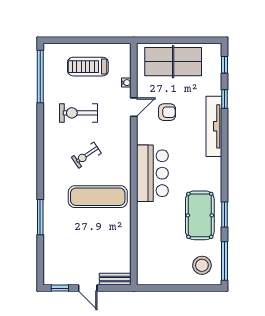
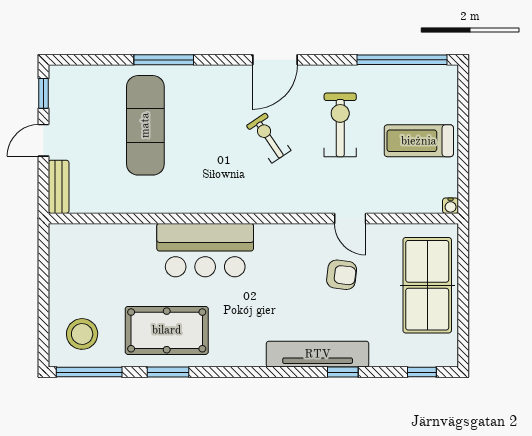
treadmill: (88, 67) -> (419, 141), turned -90
water cooler: (126, 83) -> (451, 206), moved
window: (224, 99) -> (343, 372), moved
armchair: (167, 112) -> (342, 275), turned -83
door: (40, 151) -> (275, 60), added
bar counter: (152, 173) -> (205, 250), moved
exercise mat: (98, 197) -> (145, 125), moved

